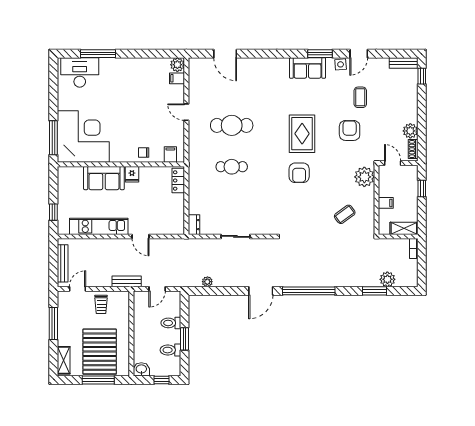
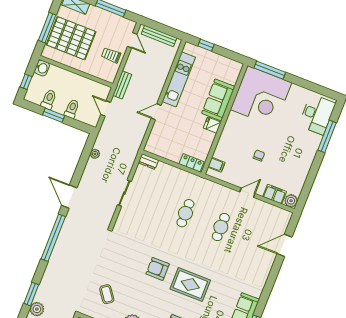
filing cabinet: (177, 78) -> (275, 194), width x2.00
cafe table: (232, 125) -> (221, 227), width x0.73, depth x0.74
chair: (144, 152) -> (259, 155), moved

